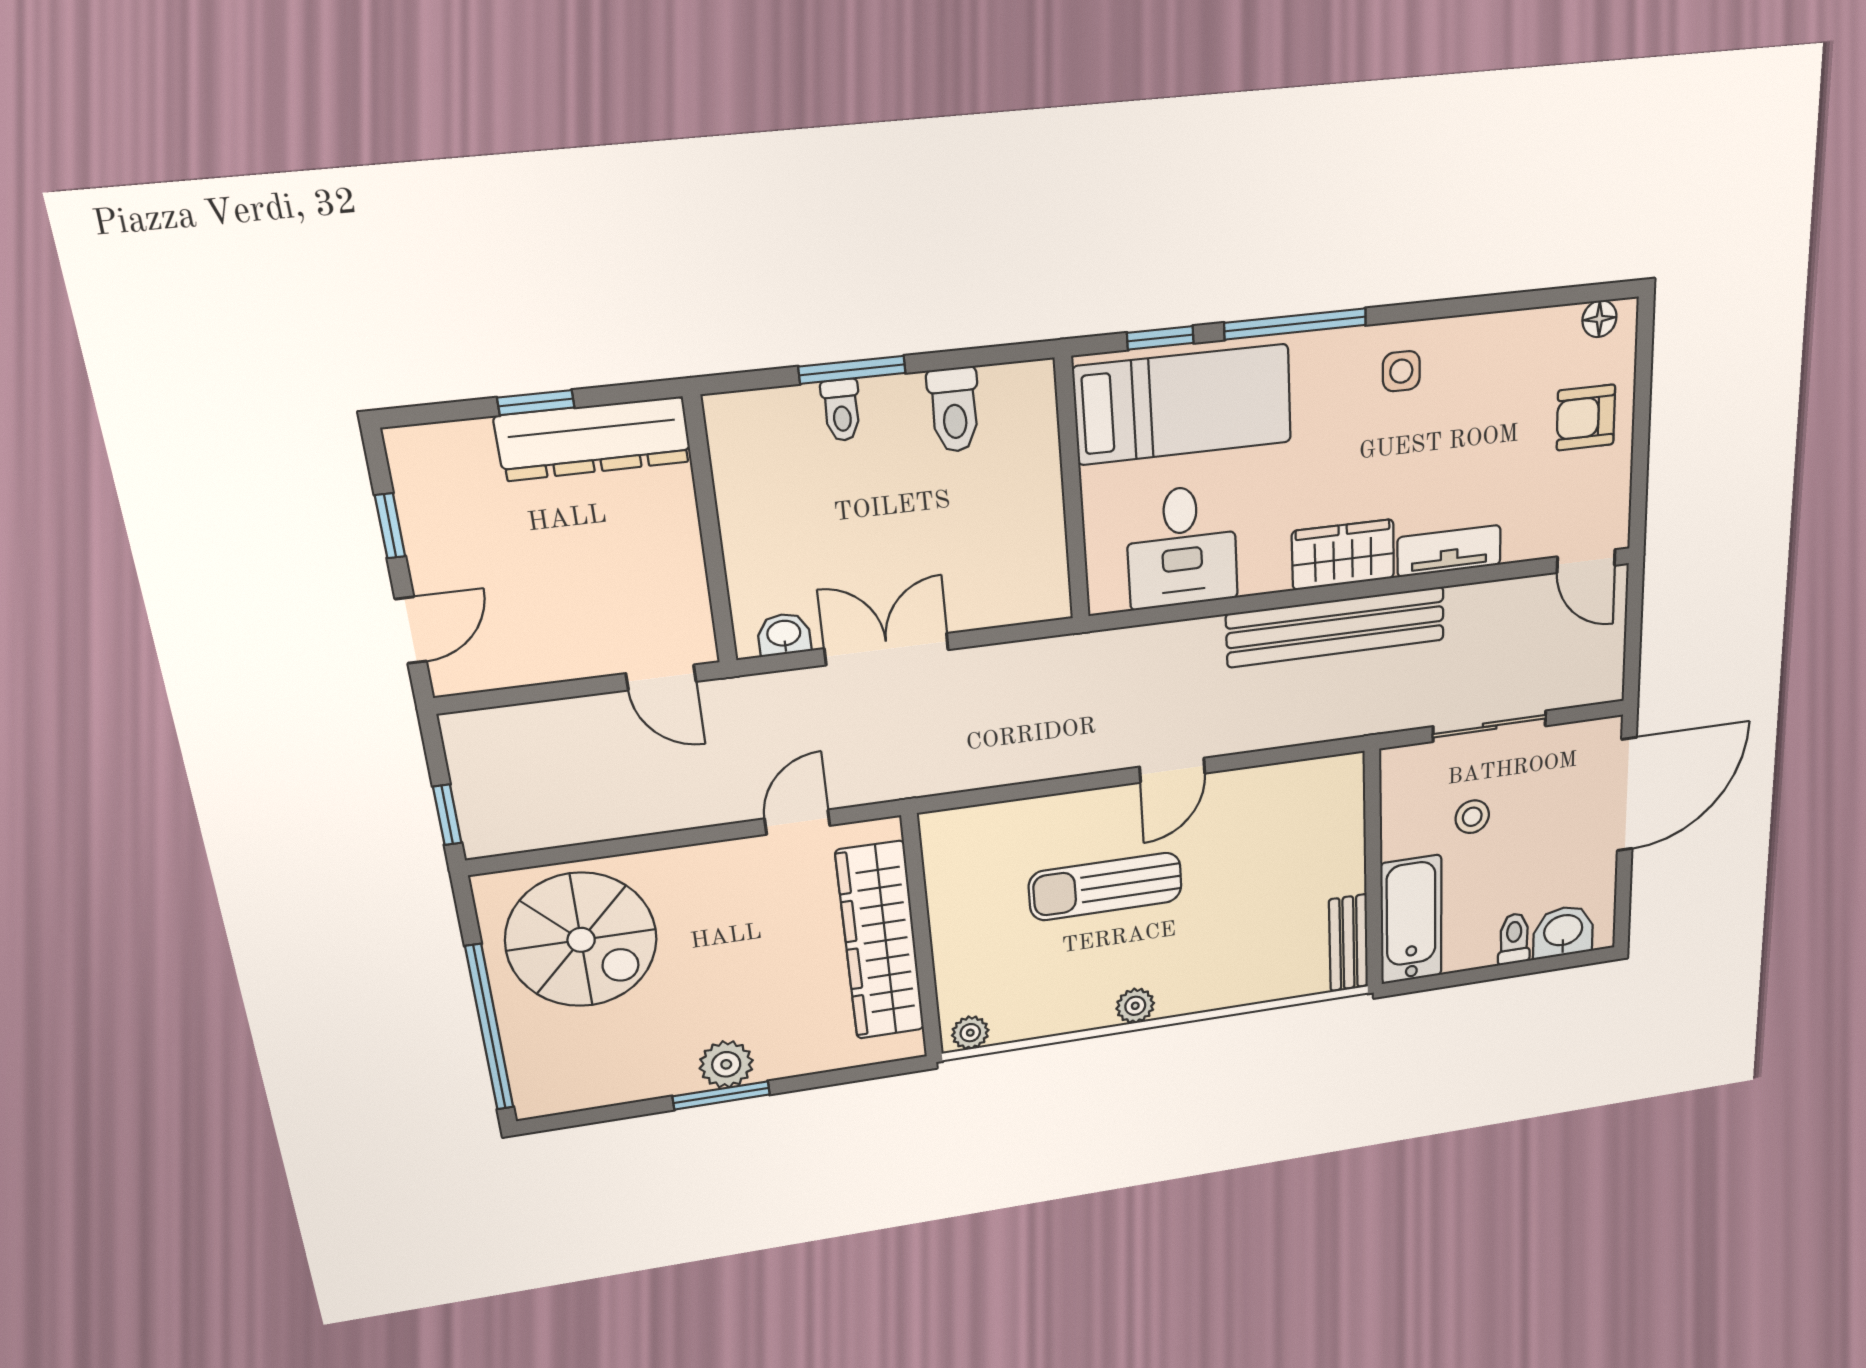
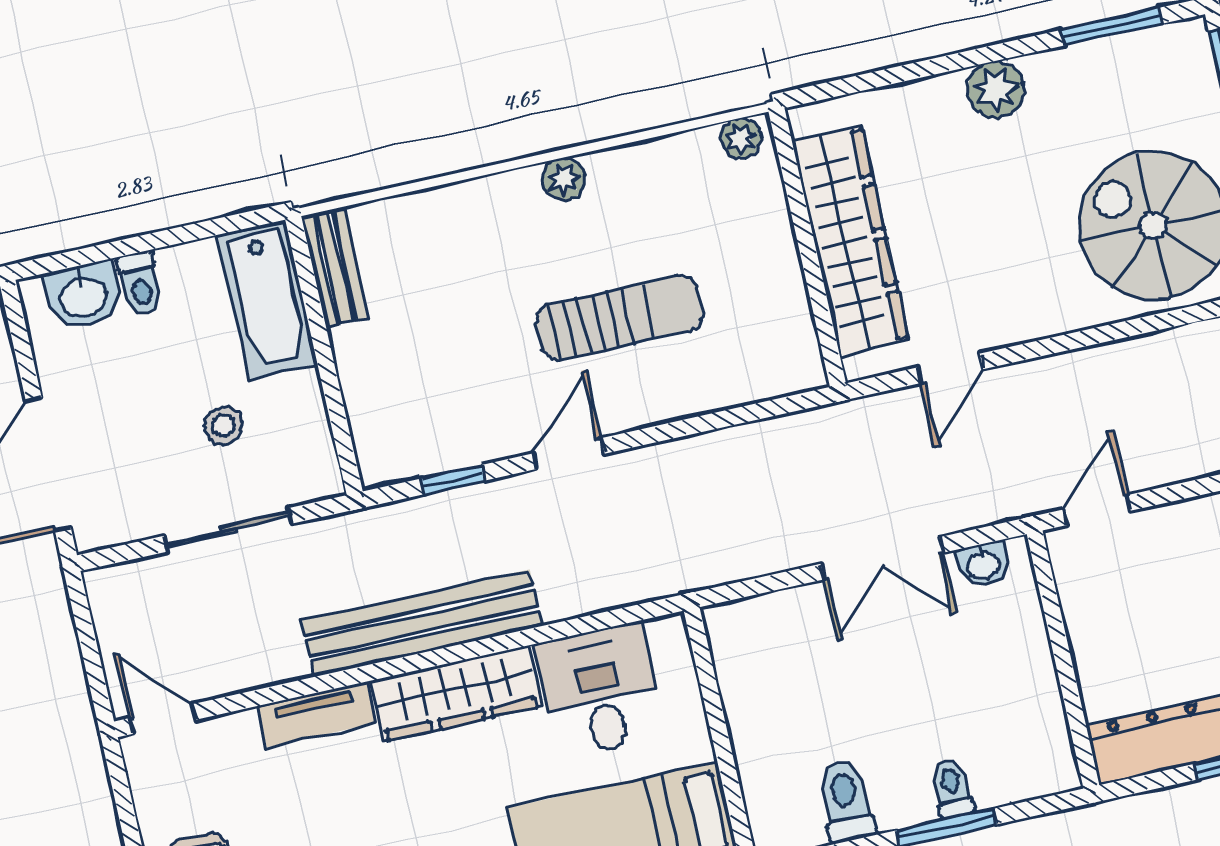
wardrobe: (1343, 555) -> (456, 694), width x1.50
door: (661, 678) -> (1097, 510), hinge flipped
window: (1282, 755) -> (453, 480), added
window: (721, 1095) -> (1112, 27), moved

